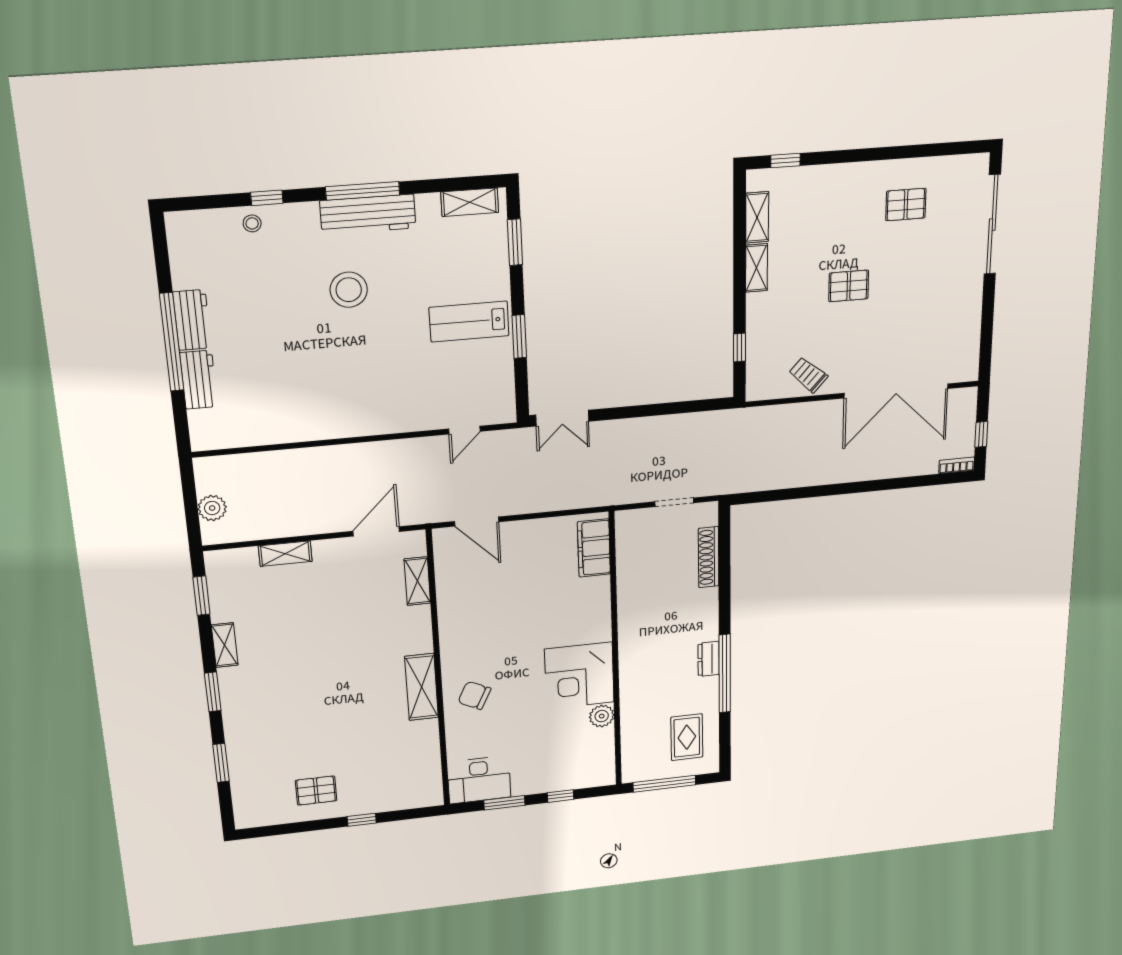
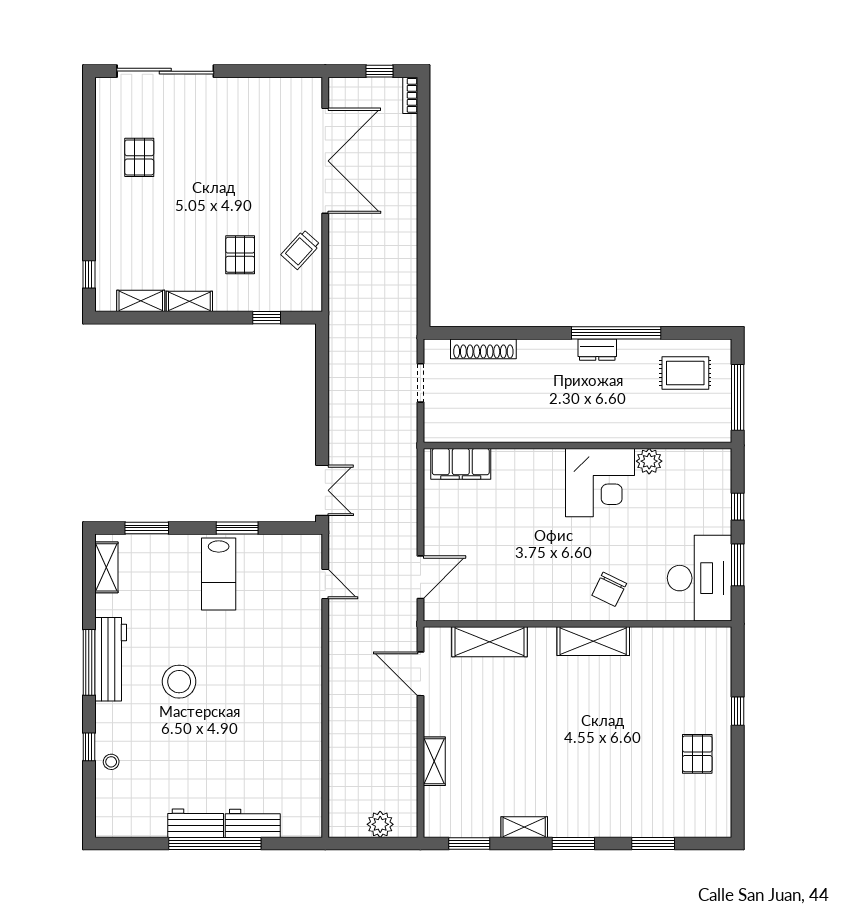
pallet: (849, 286) -> (240, 255), moved
shelving: (417, 581) -> (490, 642), width x1.50, depth x1.33
desk: (479, 780) -> (700, 578), width x1.36, depth x1.30

